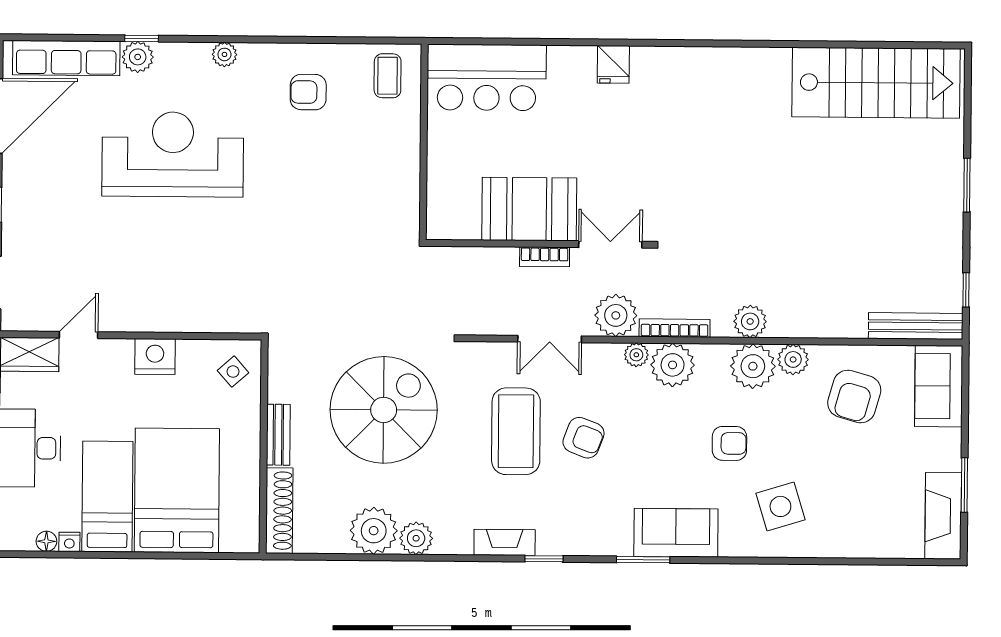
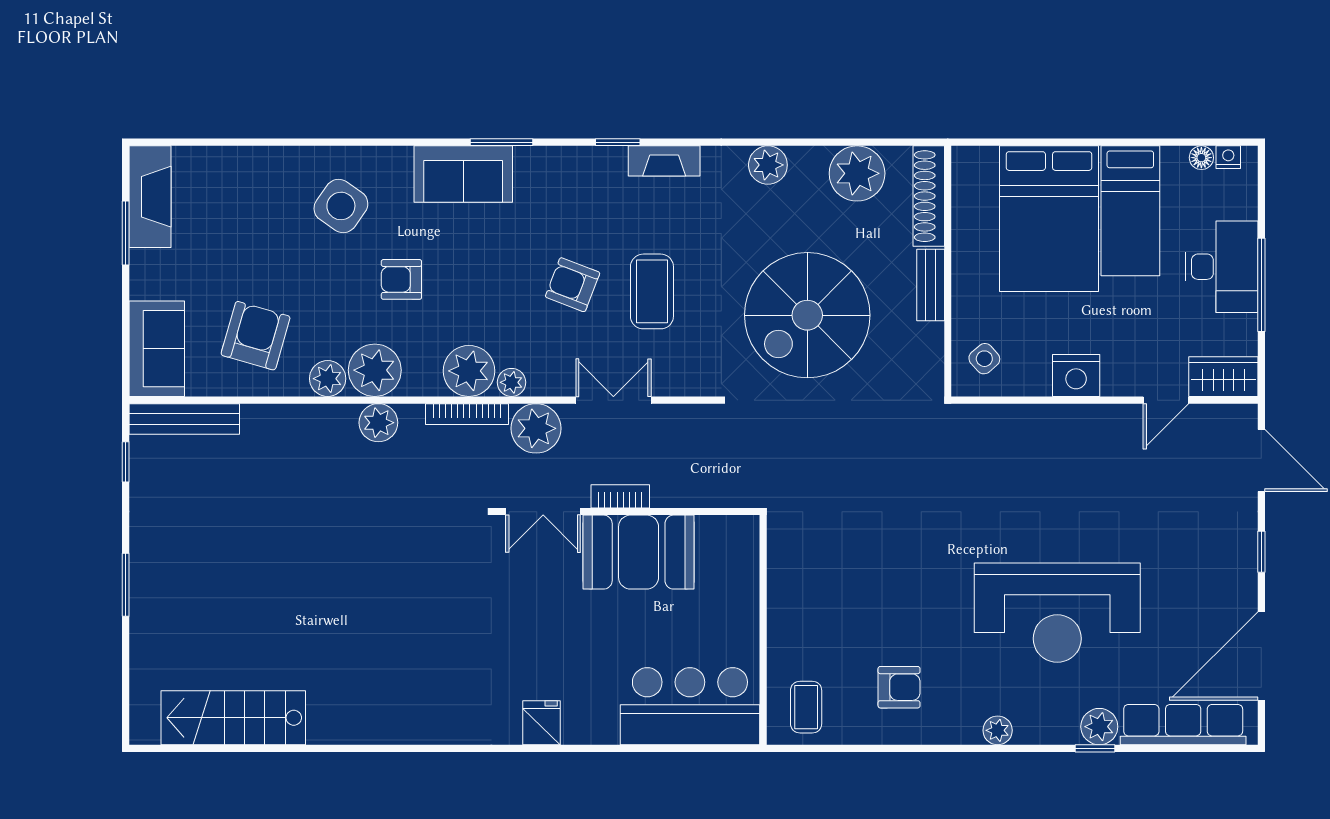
stairs: (876, 83) -> (233, 718), width x0.73, depth x0.66
coffee table: (516, 431) -> (652, 291), width x0.73, depth x0.76
side table: (780, 506) -> (341, 206), turned -38
plant: (374, 531) -> (857, 173), moved
nightstand: (69, 542) -> (1228, 157), moved

